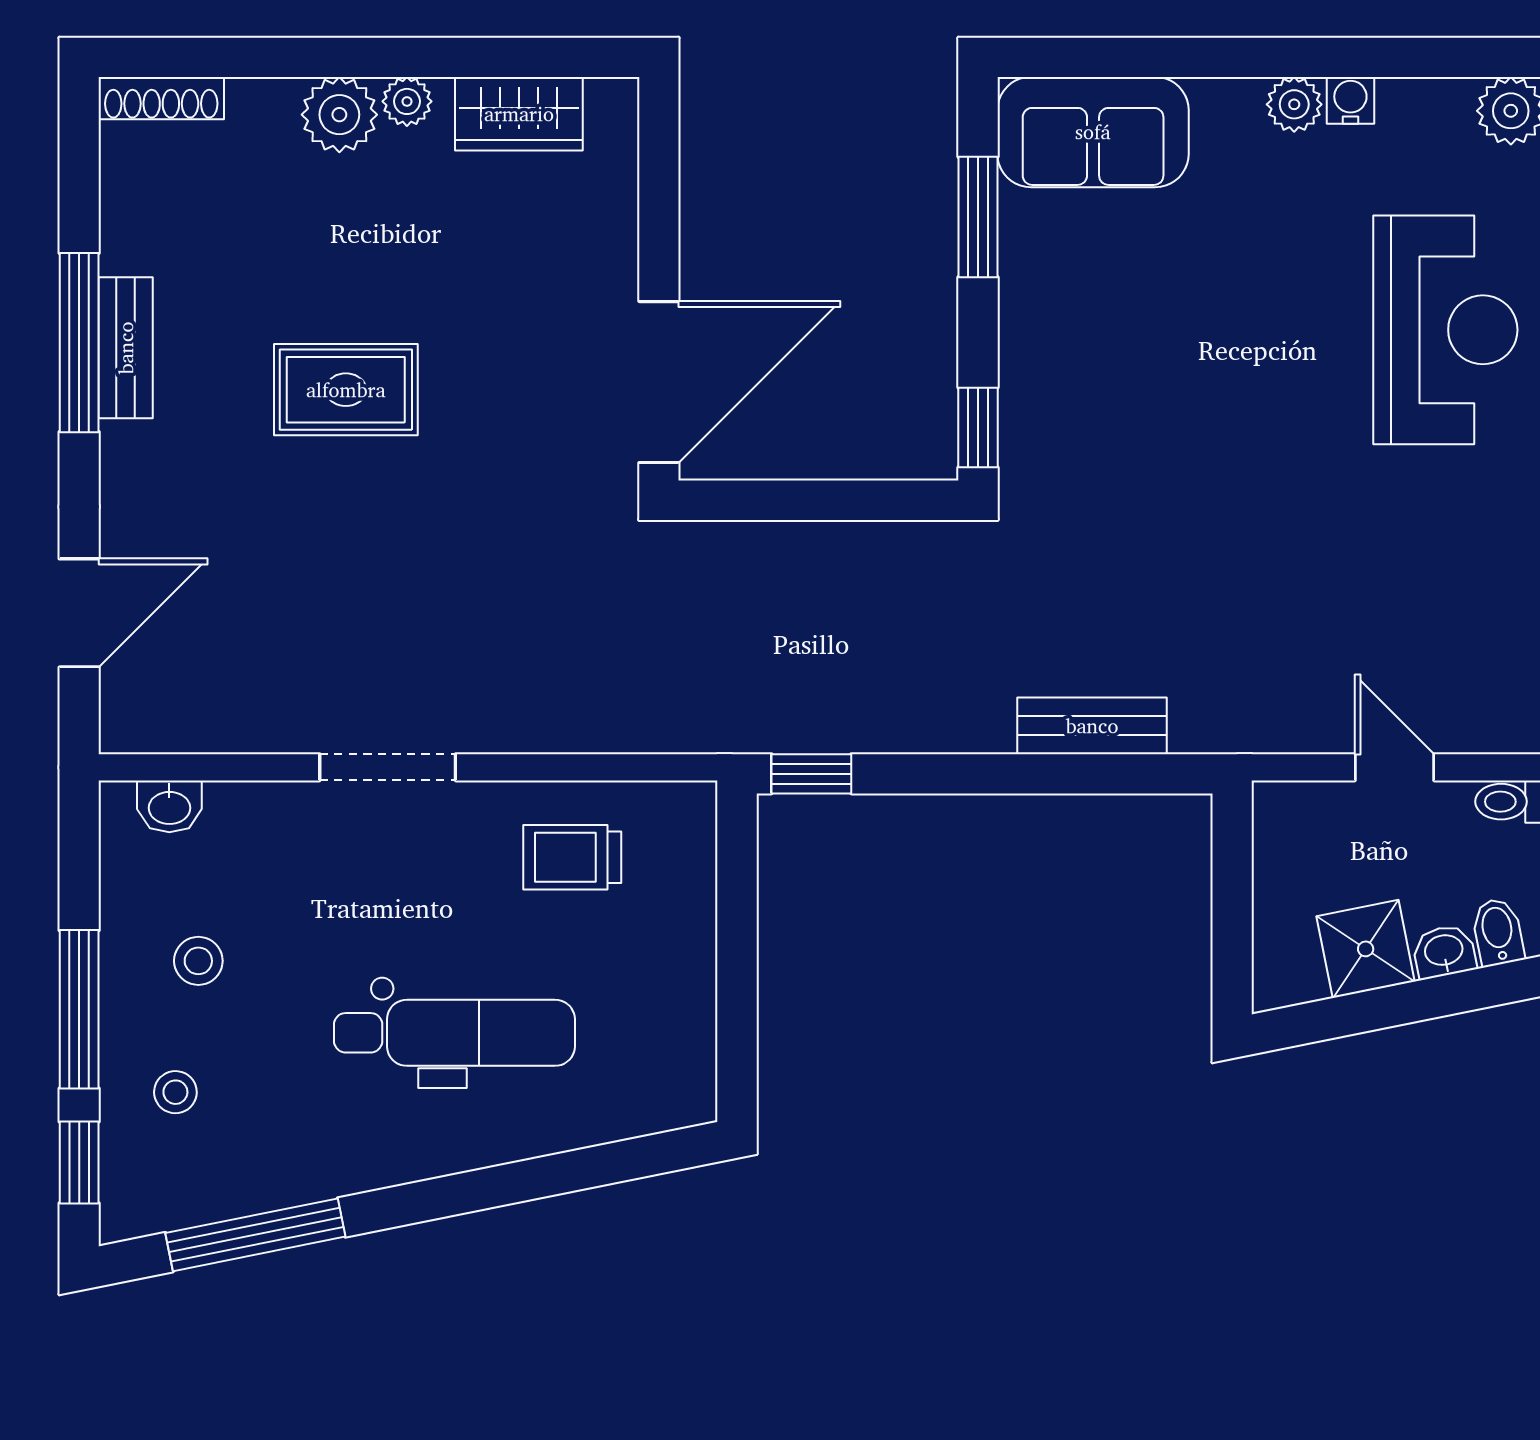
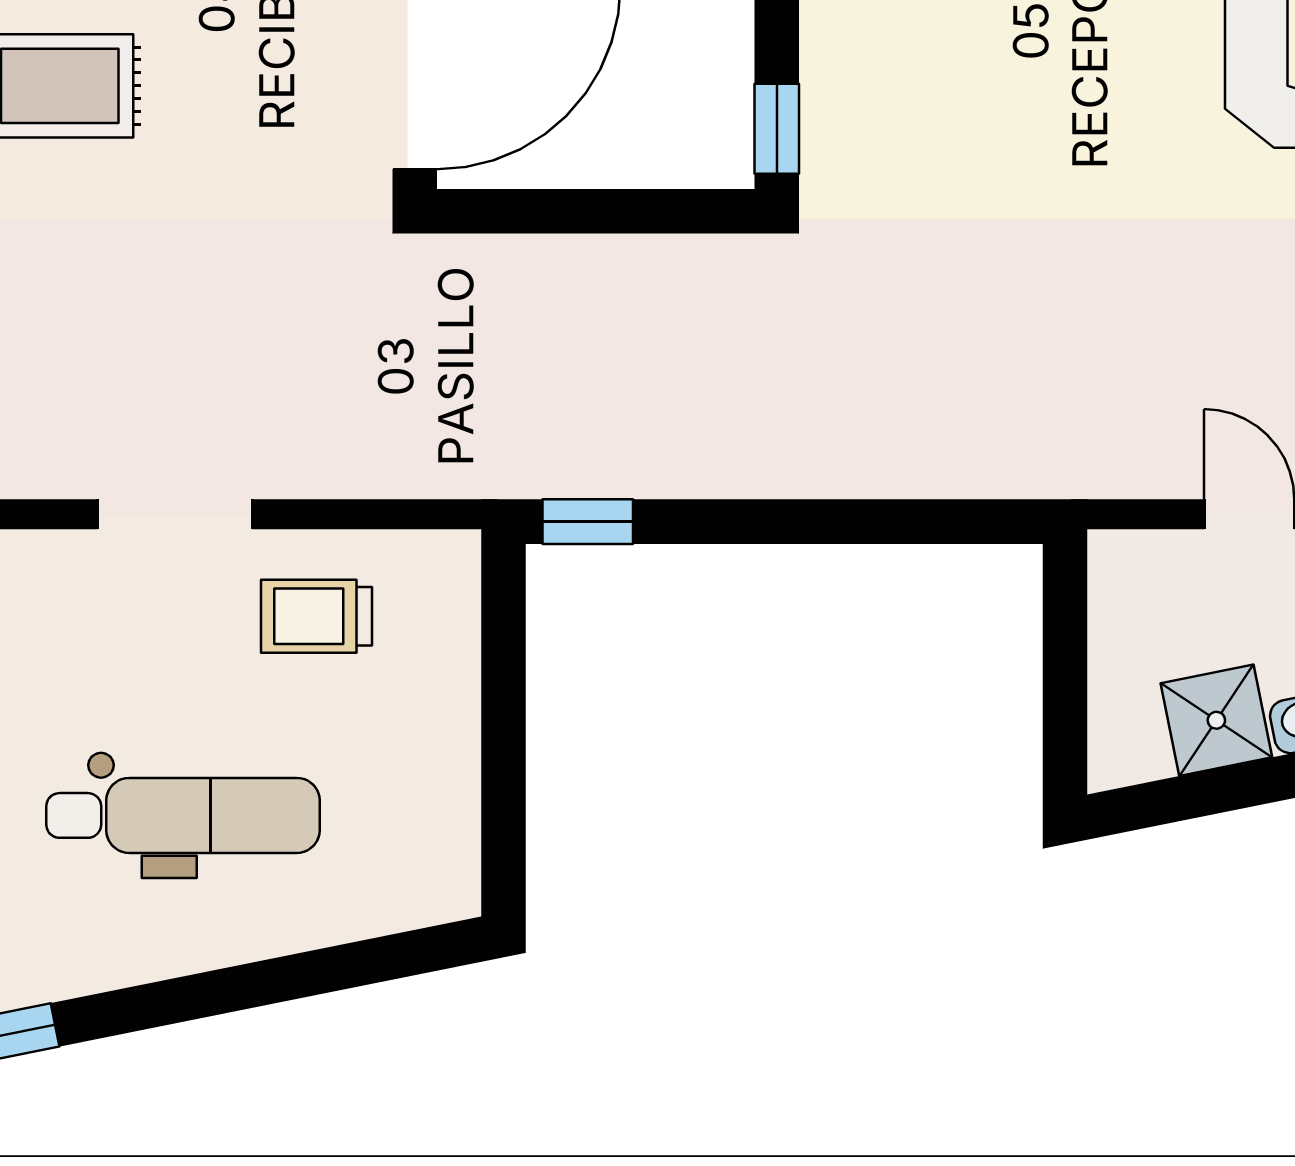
bench: (1092, 726) -> (906, 467), removed
doorway: (388, 767) -> (175, 514), moved

